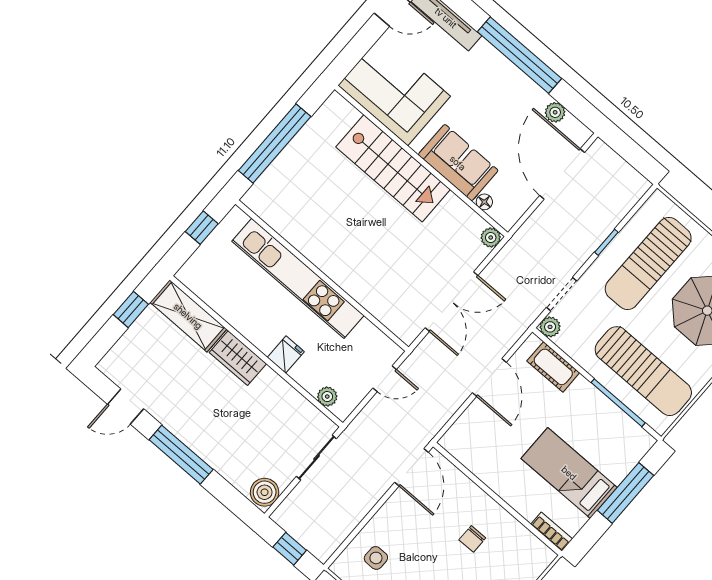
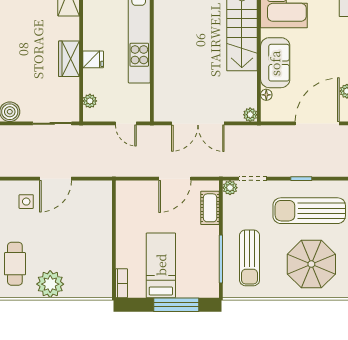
wardrobe: (238, 358) -> (69, 59), moved
sun lounger: (643, 371) -> (250, 258), width x0.73, depth x0.75
door: (412, 467) -> (56, 179), moved
chair: (472, 539) -> (81, 244), removed

